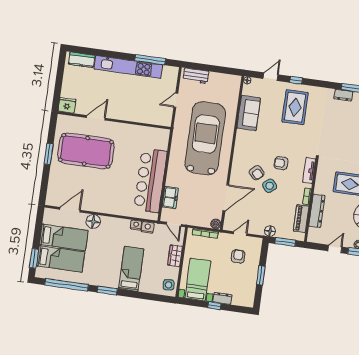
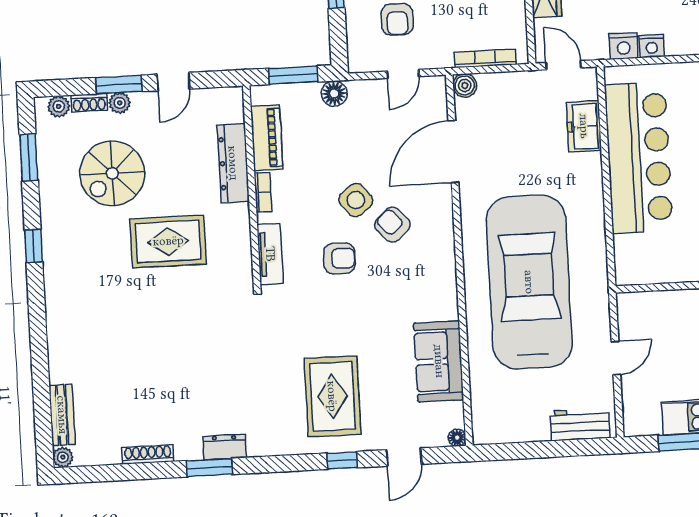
car: (205, 138) -> (529, 282), turned 180

